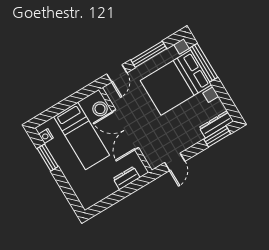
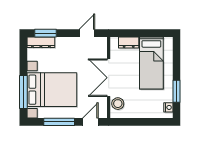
double door: (125, 130) -> (109, 78), swing flipped
bed: (82, 136) -> (151, 63), moved, turned 180

